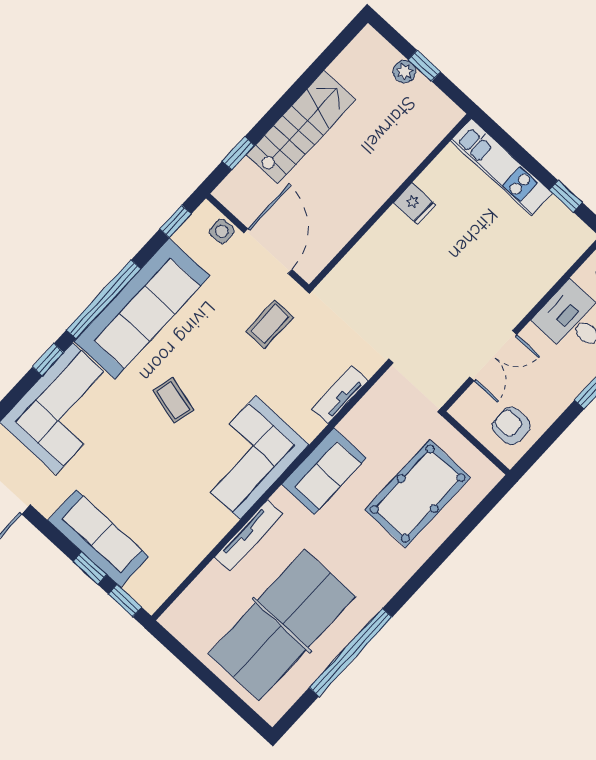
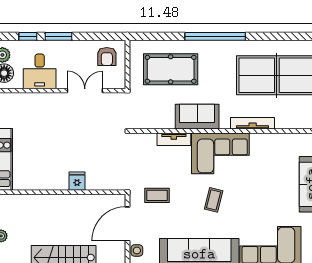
fridge: (415, 204) -> (77, 181), moved
tv unit: (340, 395) -> (174, 139), moved
coffee table: (173, 400) -> (214, 200), moved
window: (351, 652) -> (215, 36), moved

